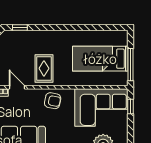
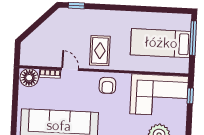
window: (130, 65) -> (193, 38), moved
armchair: (53, 101) -> (107, 85), turned 79

